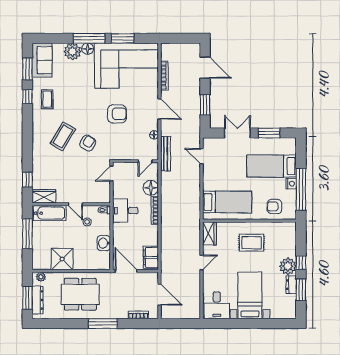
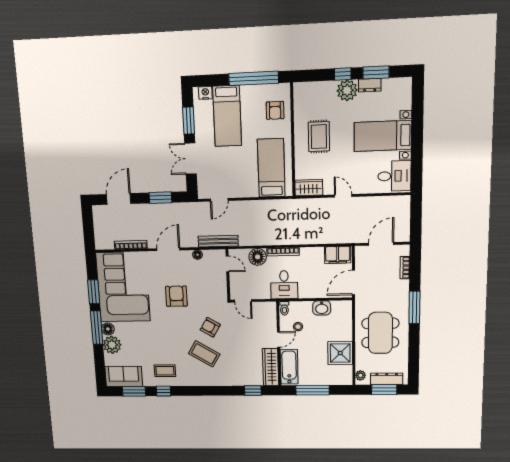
nightstand: (291, 184) -> (205, 93), moved
wardrobe: (44, 196) -> (270, 367), width x1.50

